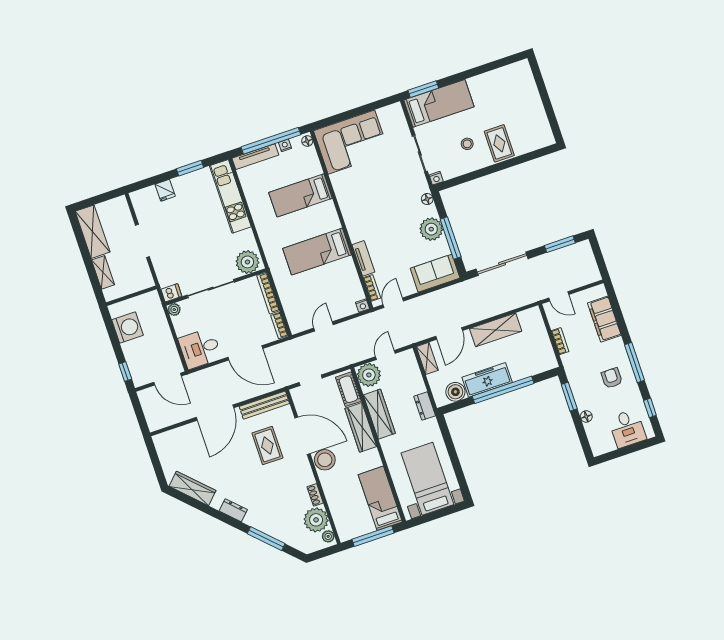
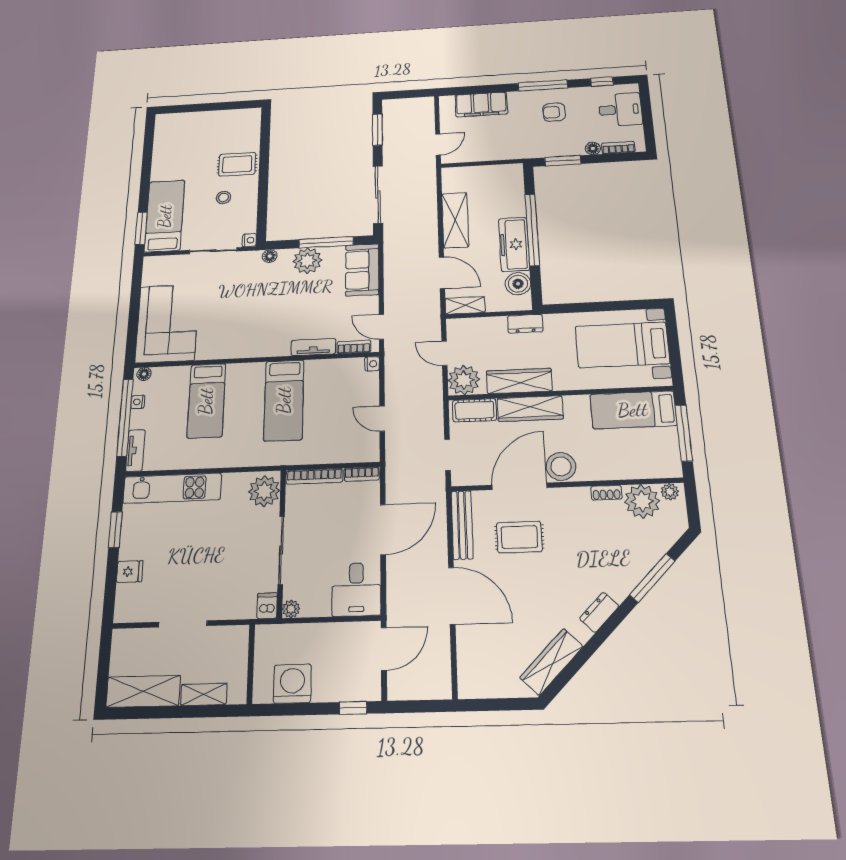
tv unit: (255, 157) -> (135, 451), width x0.71
bookcase: (560, 341) -> (618, 148), moved

